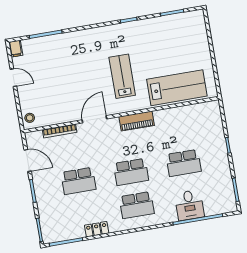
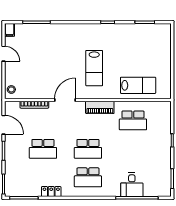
lab bench: (122, 76) -> (94, 68), turned 180
lab bench: (177, 88) -> (138, 85), width x0.73, depth x0.72
school desk: (184, 163) -> (133, 120), moved

